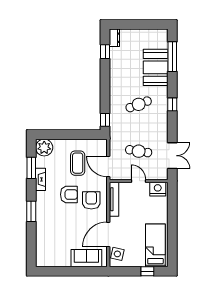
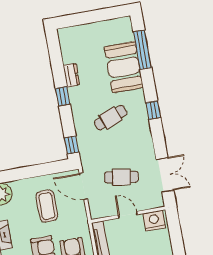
dresser: (114, 38) -> (71, 75), moved
window: (105, 52) -> (63, 96), moved
door: (108, 167) -> (83, 186), moved

